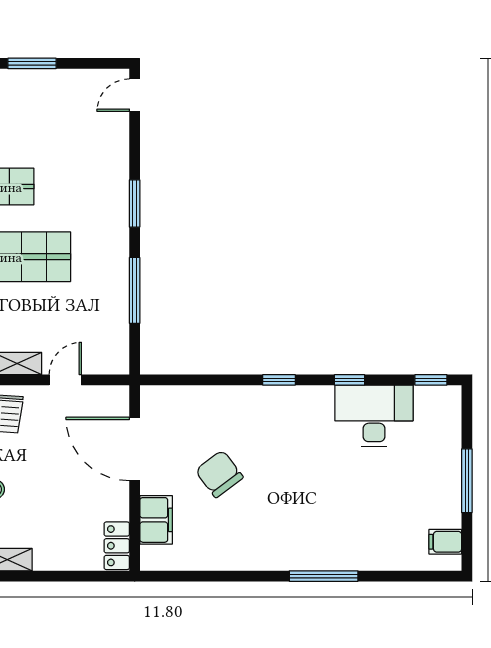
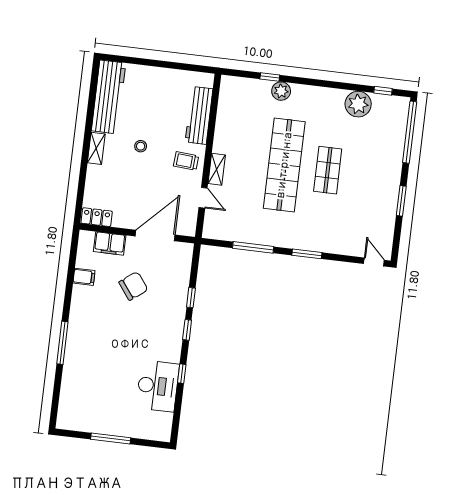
window: (431, 380) -> (191, 298), moved
filing cabinet: (445, 542) -> (84, 277), moved, turned 90

